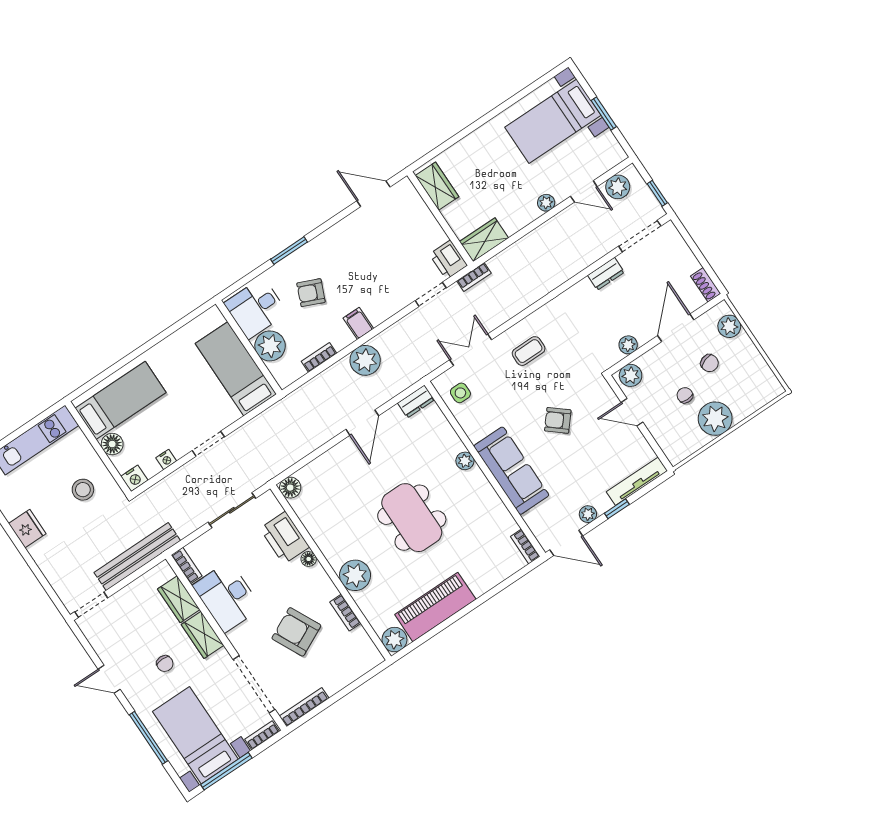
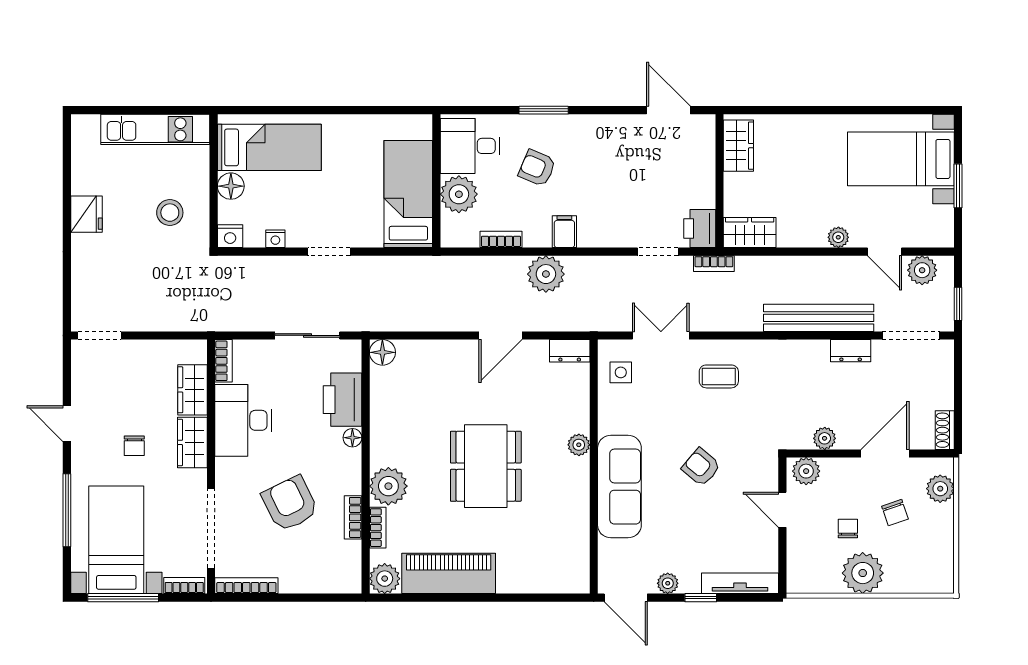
bookcase: (525, 546) -> (378, 528), moved, turned 180
bench: (137, 557) -> (819, 318), moved

